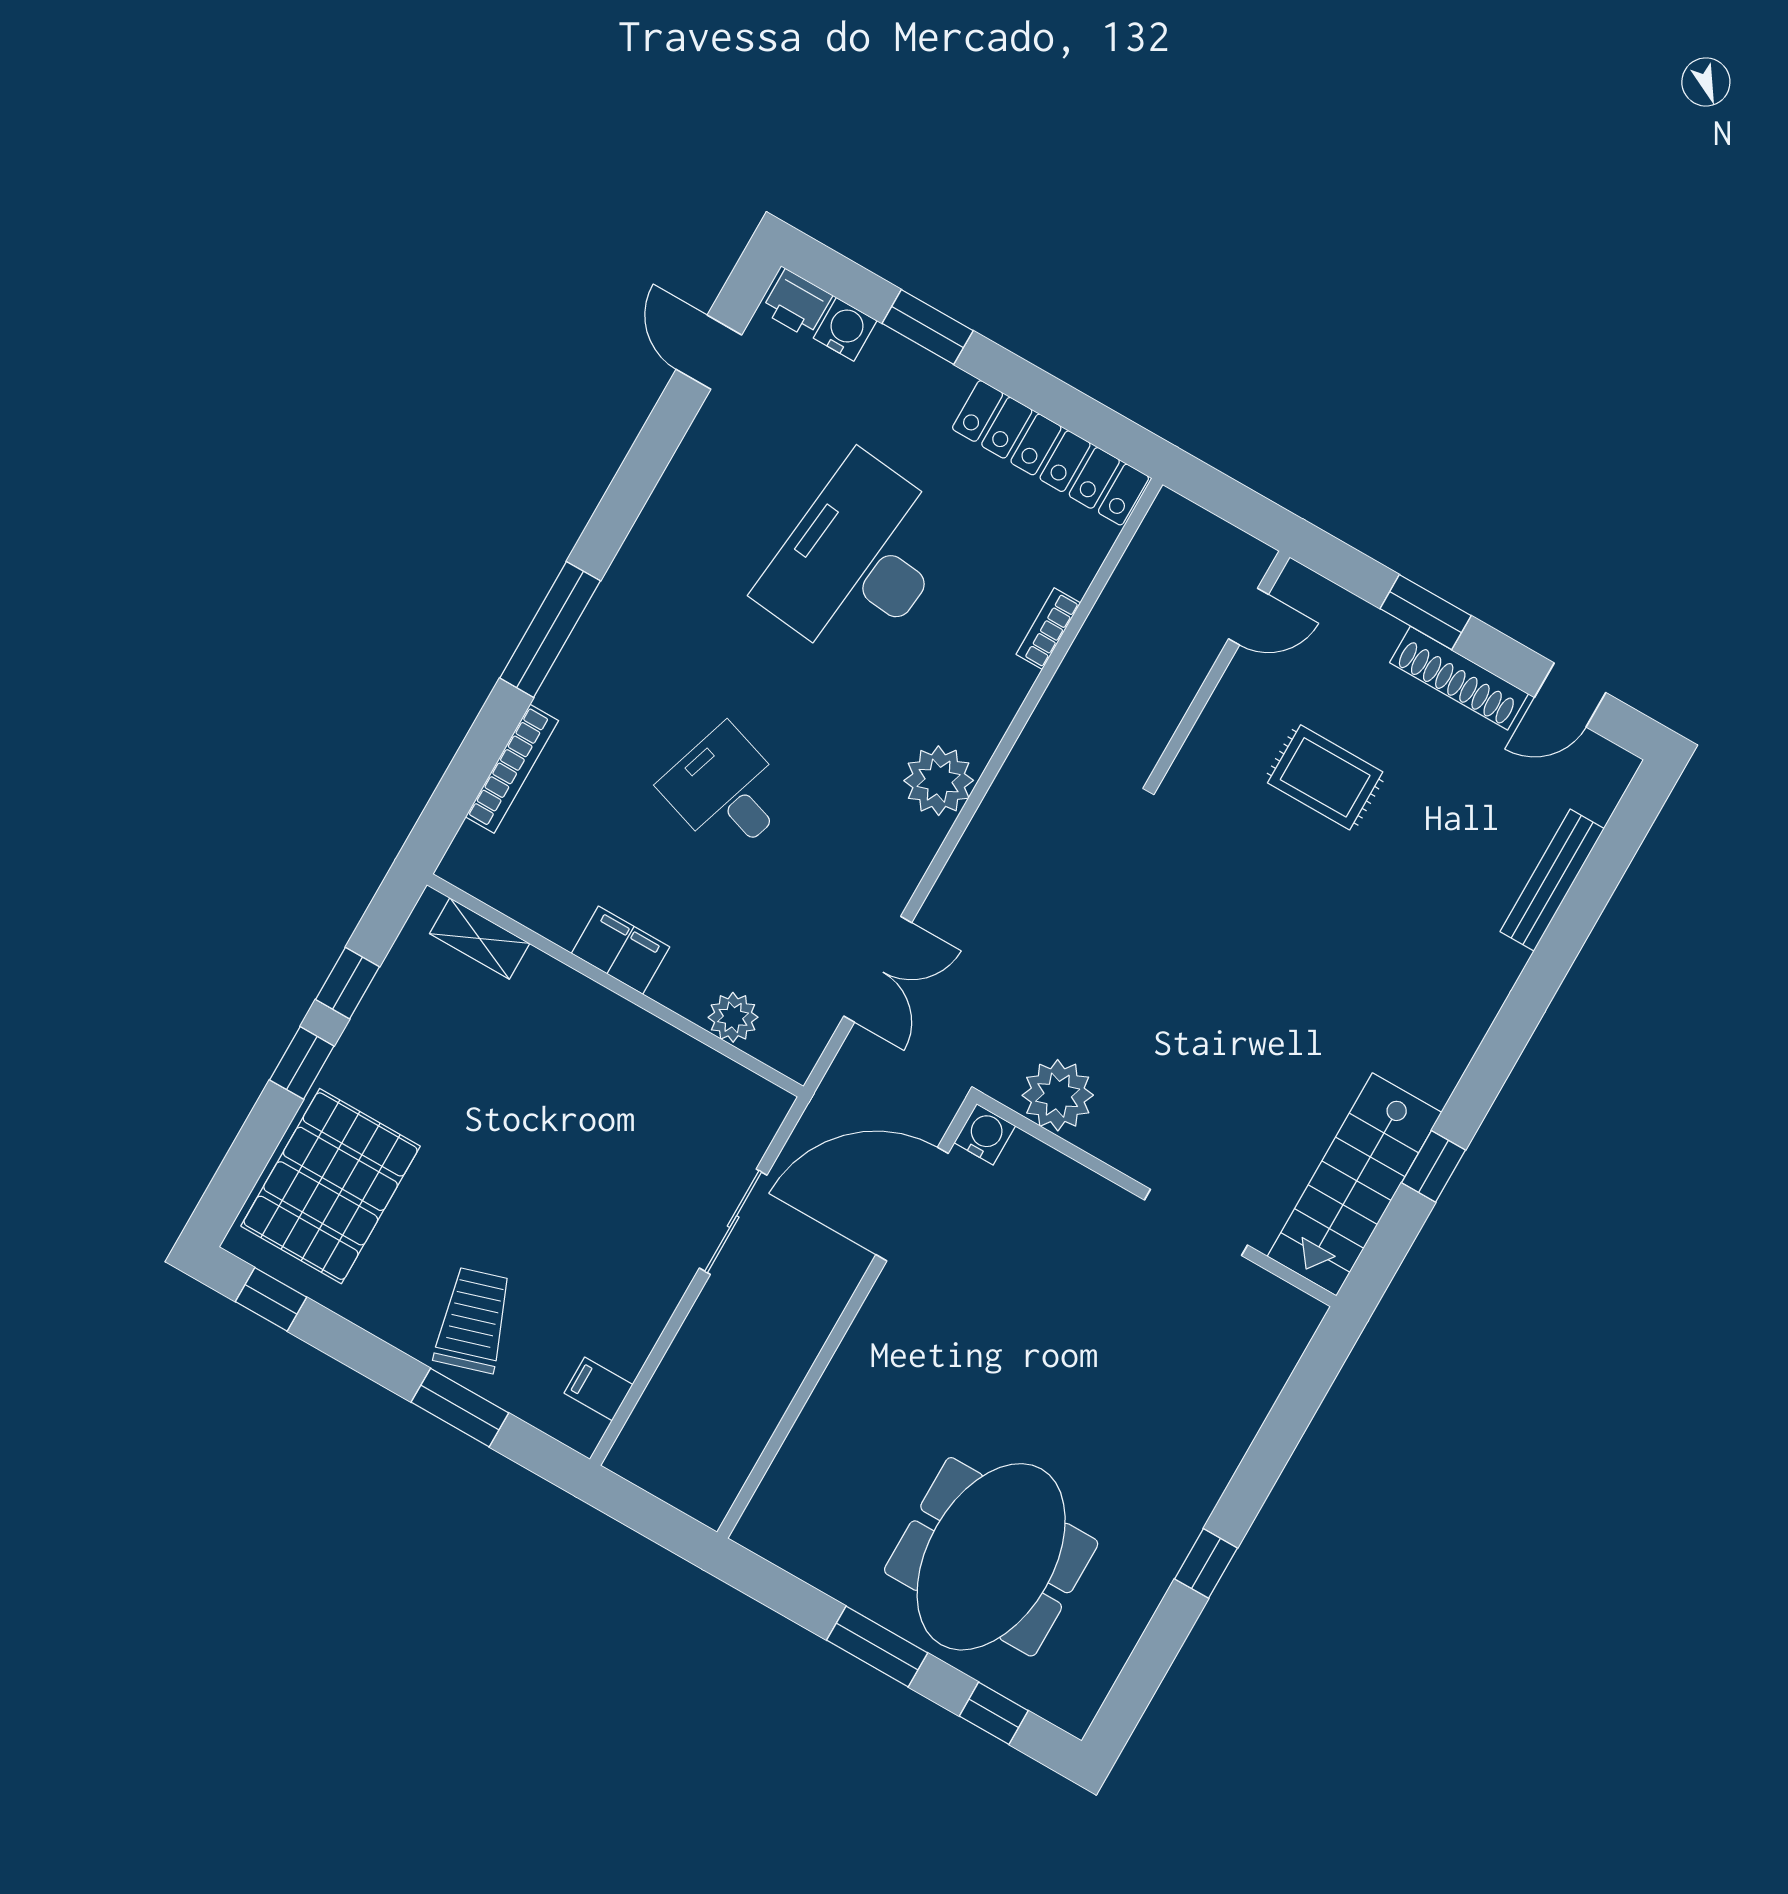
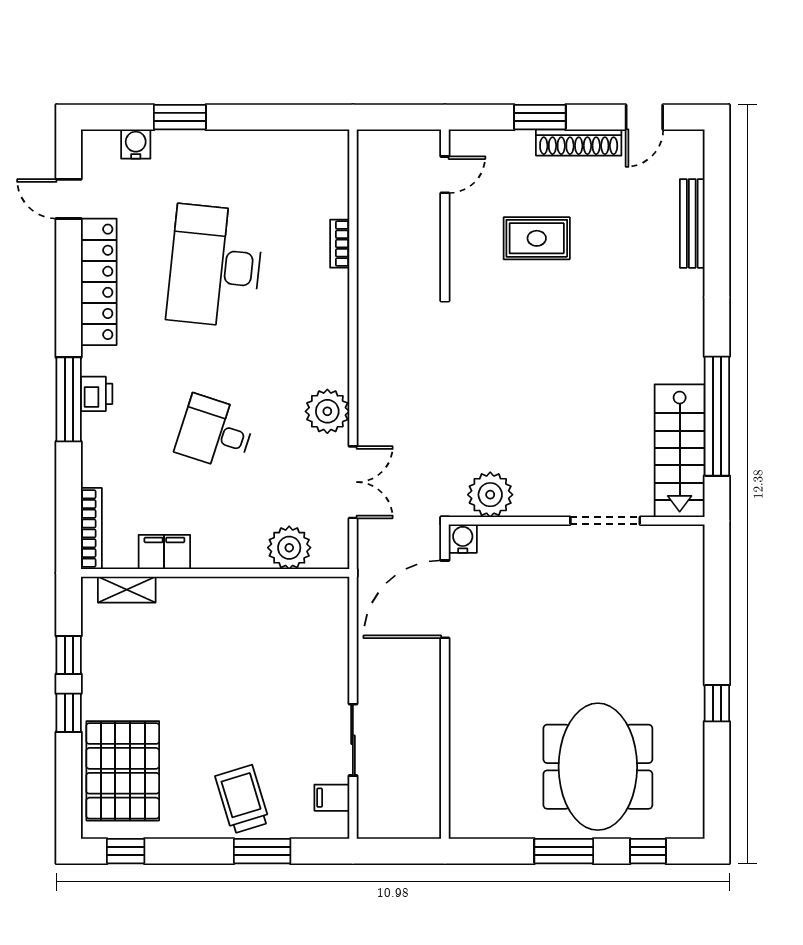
printer: (797, 303) -> (97, 394), moved, turned -90
locker: (1051, 453) -> (99, 282), moved, turned -90
bookcase: (512, 769) -> (91, 528), moved
plant: (939, 781) -> (327, 411), moved
filing cabinet: (620, 950) -> (164, 552), moved
plant: (733, 1017) -> (289, 548), width x1.36, depth x1.36
window: (1433, 1166) -> (717, 416), width x3.17
sliding door: (733, 1222) -> (353, 740), moved

